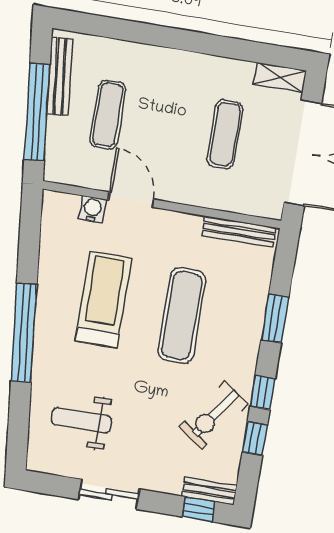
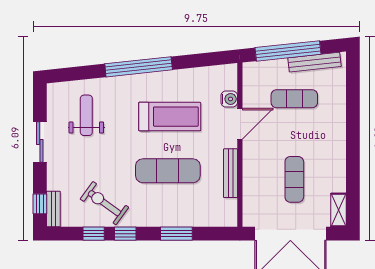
exercise mat: (225, 134) -> (294, 179), turned 90
bench: (239, 232) -> (231, 173), moved

